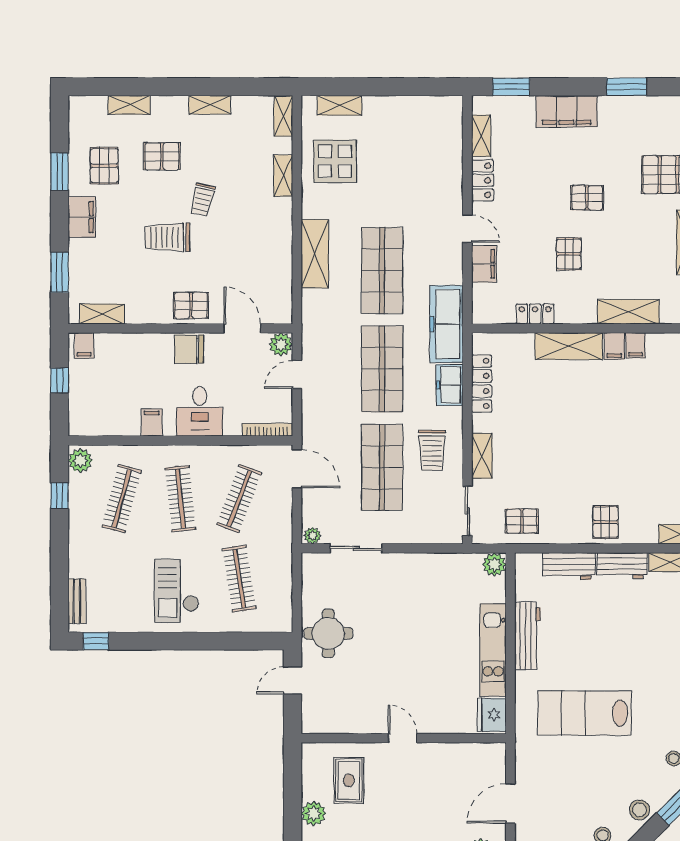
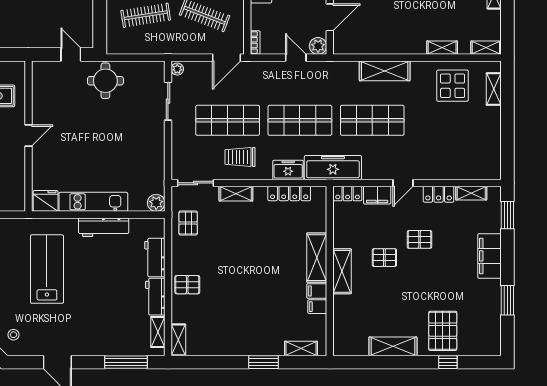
pallet: (587, 198) -> (419, 239), moved, turned 90
shelving: (628, 312) -> (342, 271), moved
locker: (535, 314) -> (348, 194), moved, turned 90
bookcase: (267, 430) -> (255, 43), width x0.64

